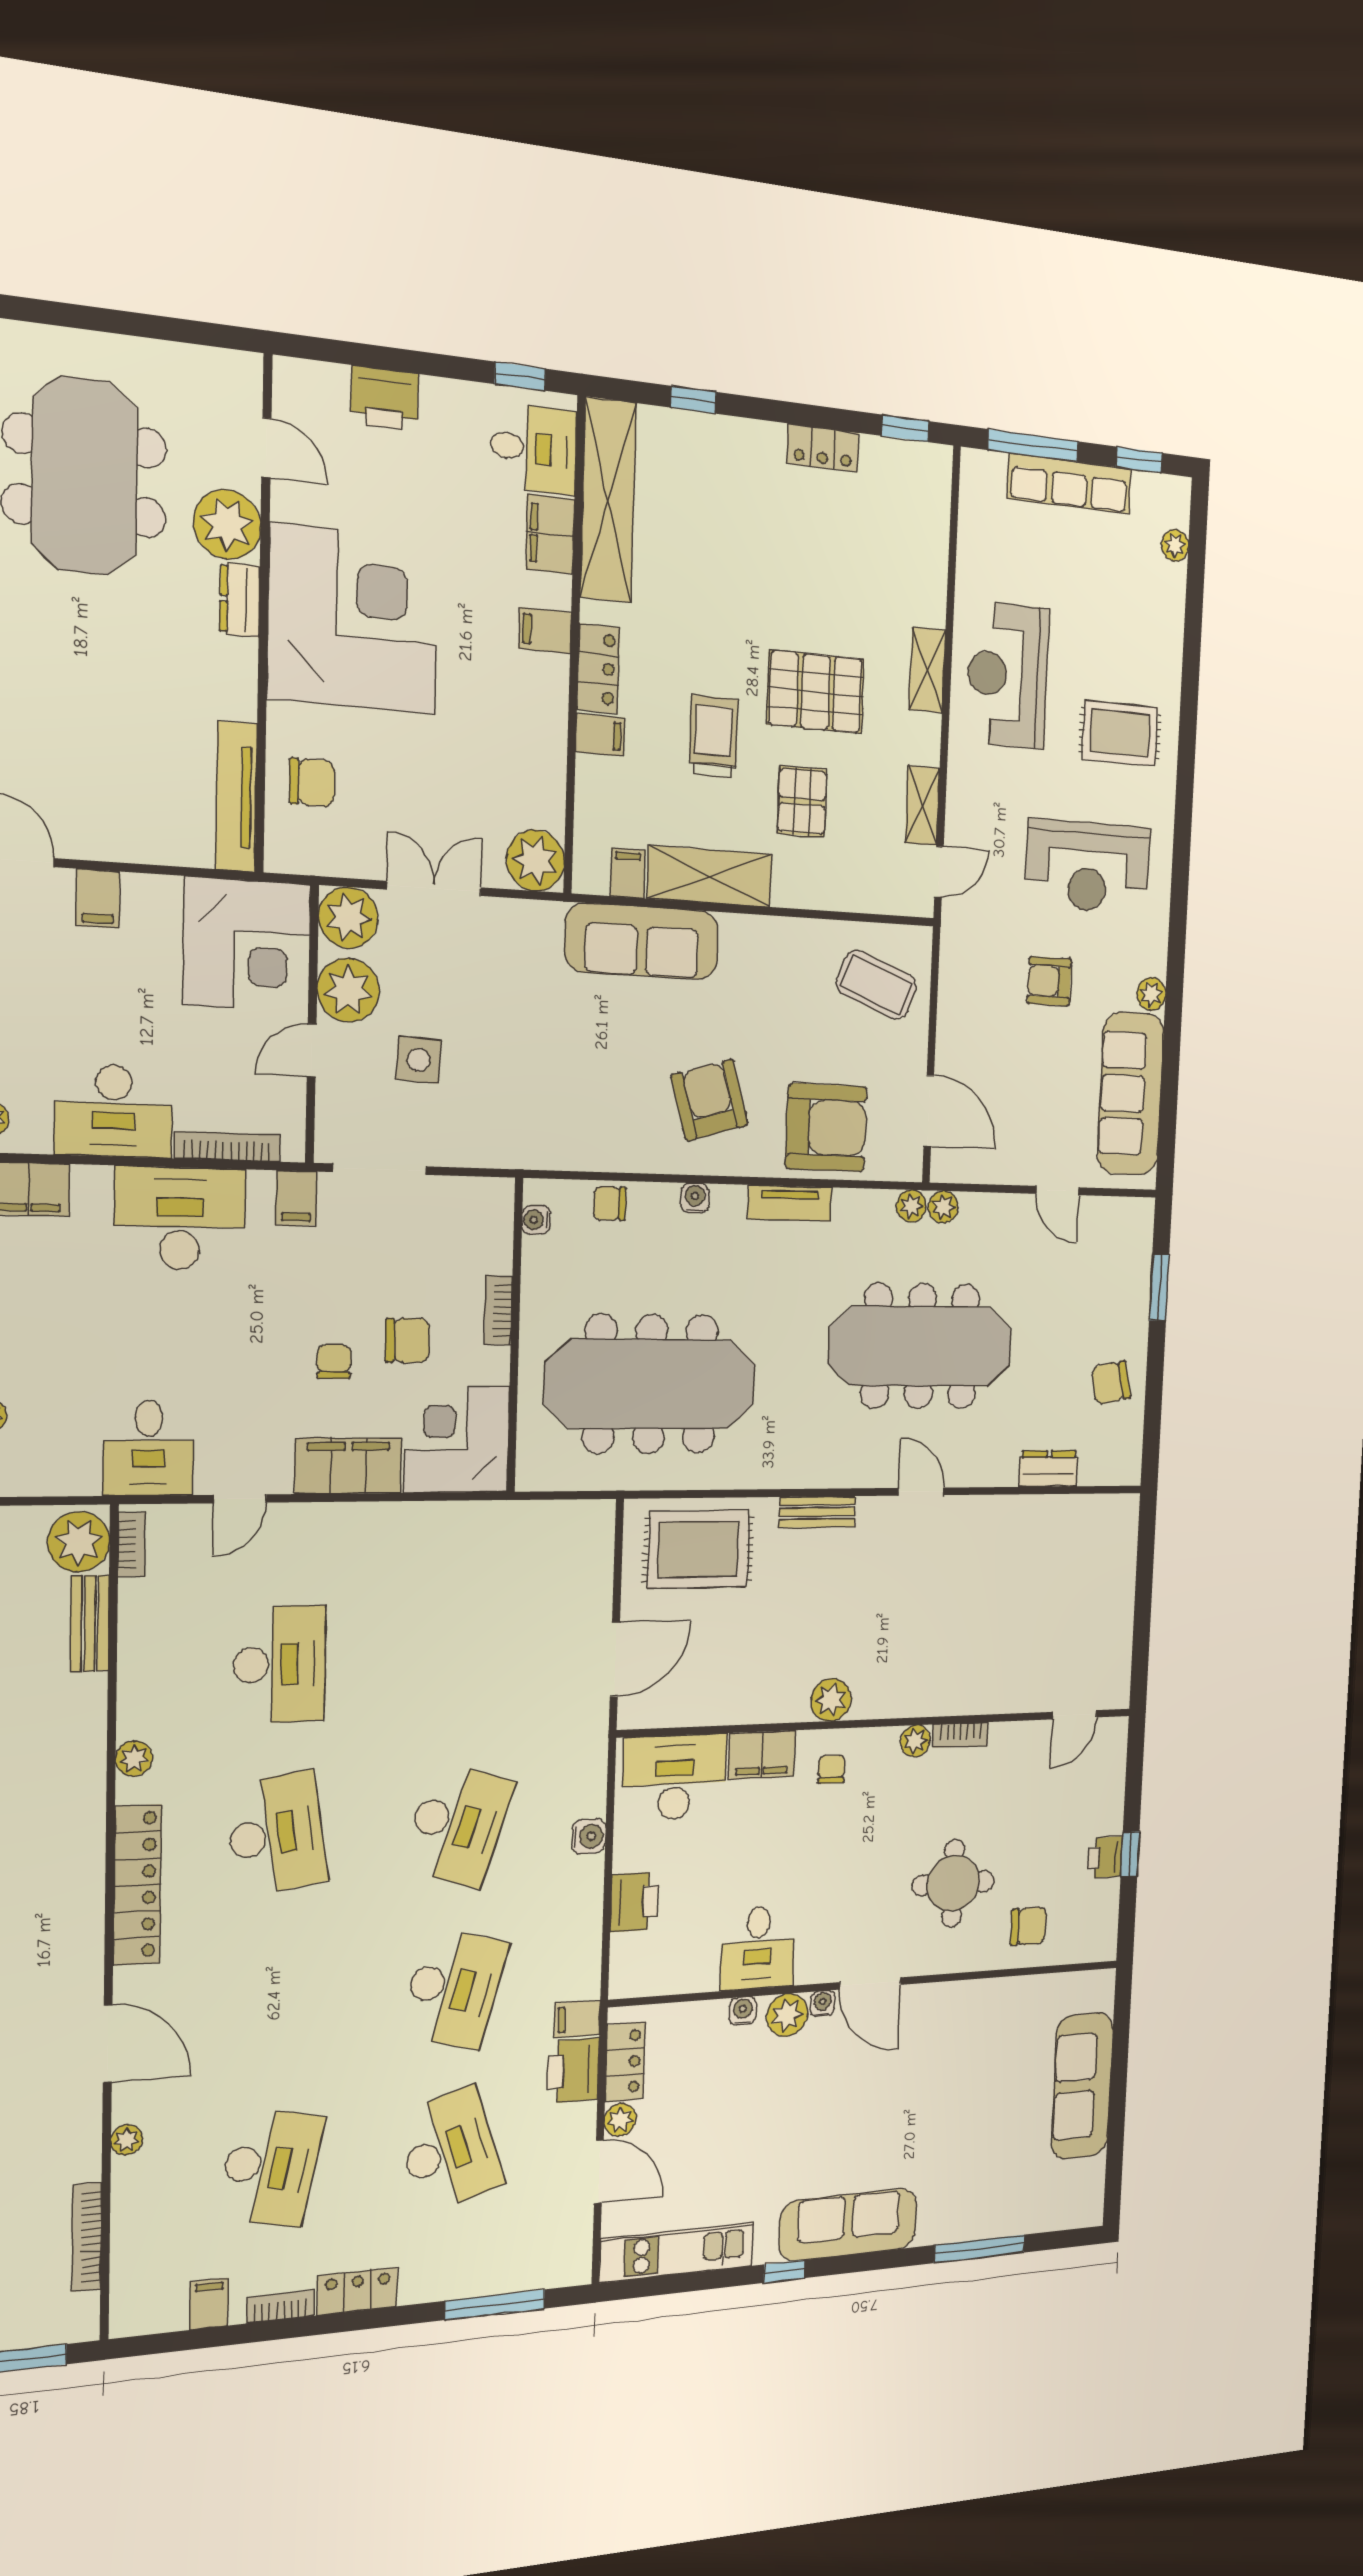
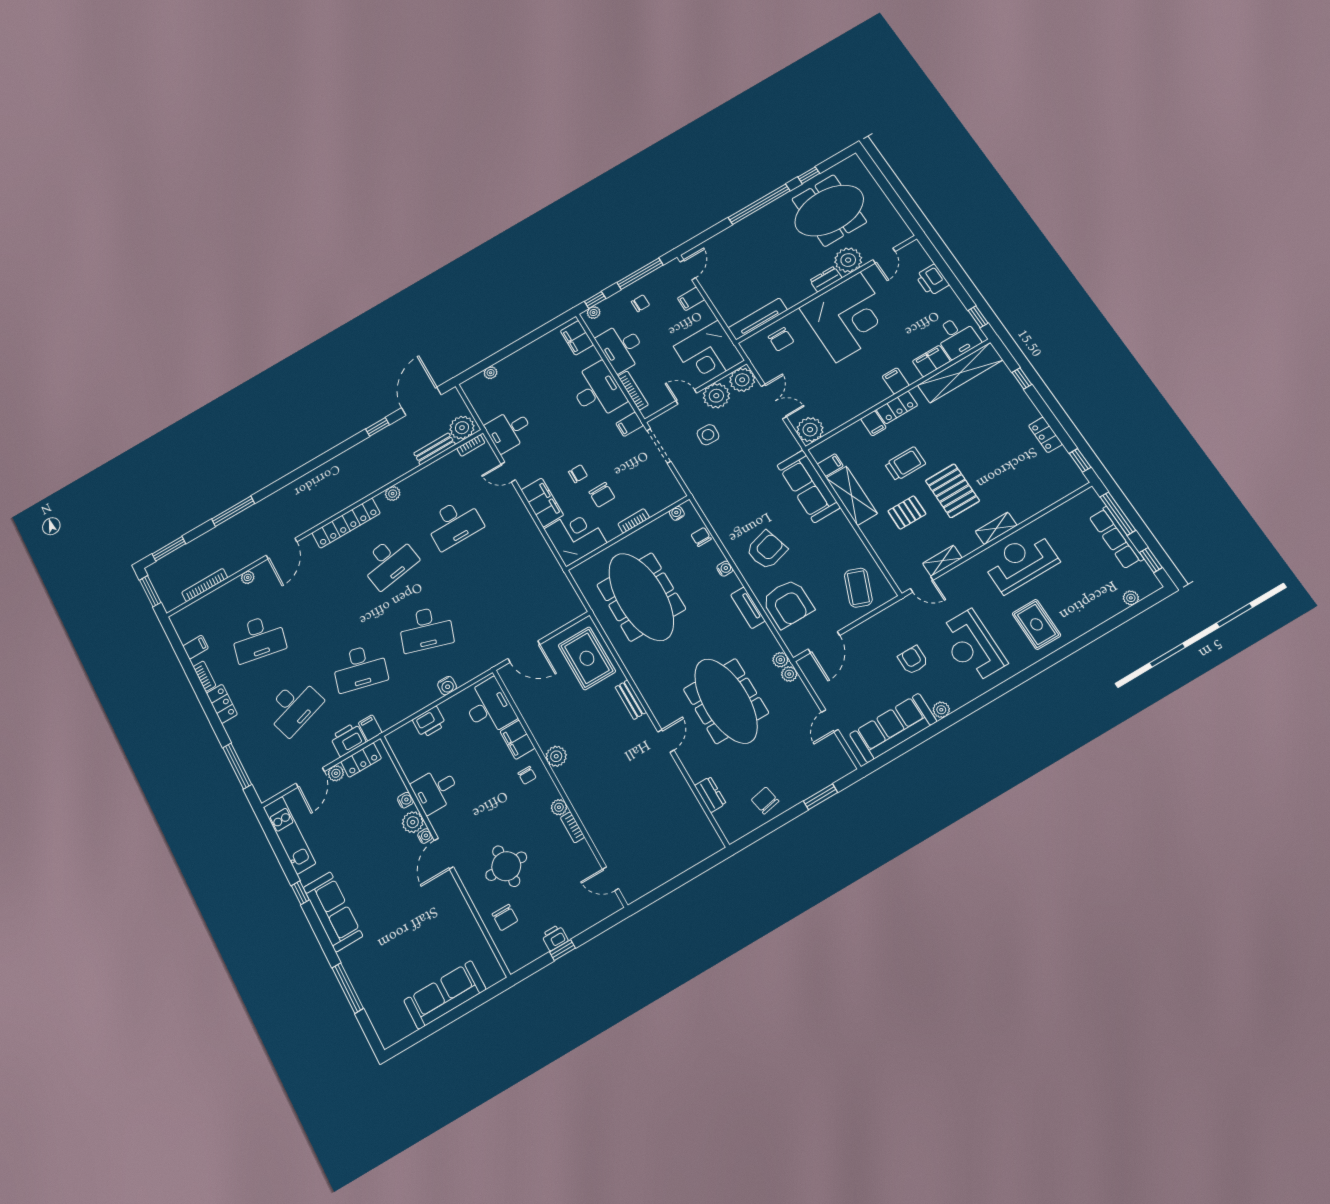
chair: (37, 1009) -> (640, 303), added
chair: (831, 1769) -> (527, 775), turned 90

